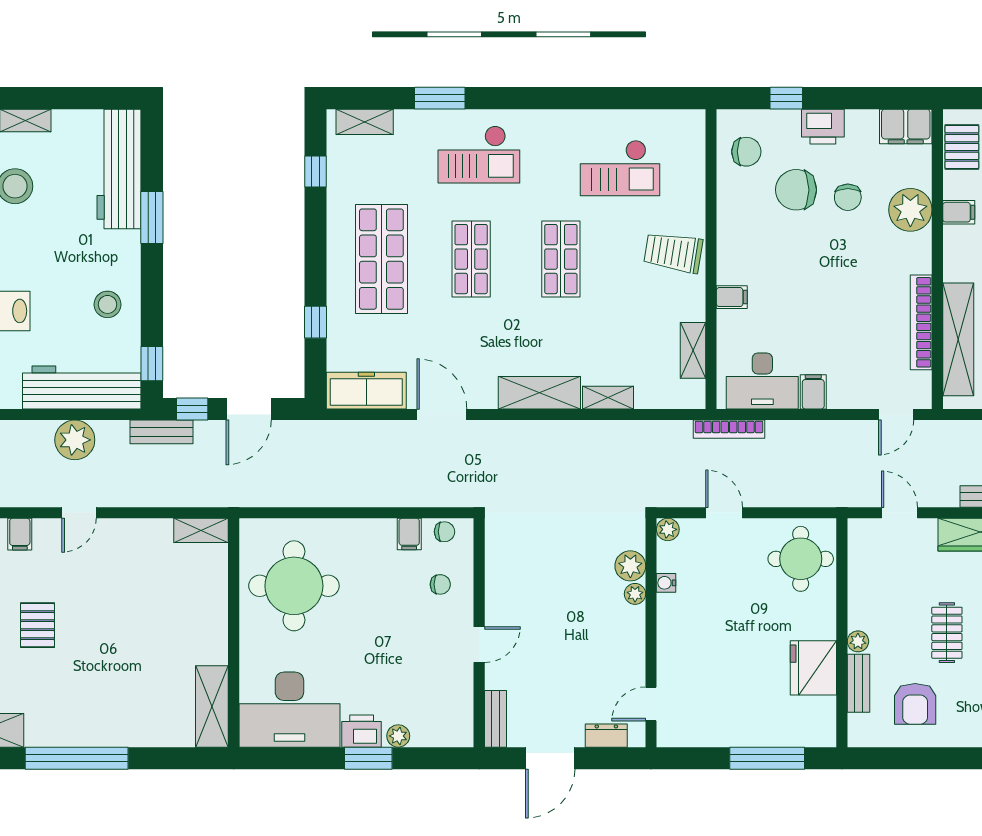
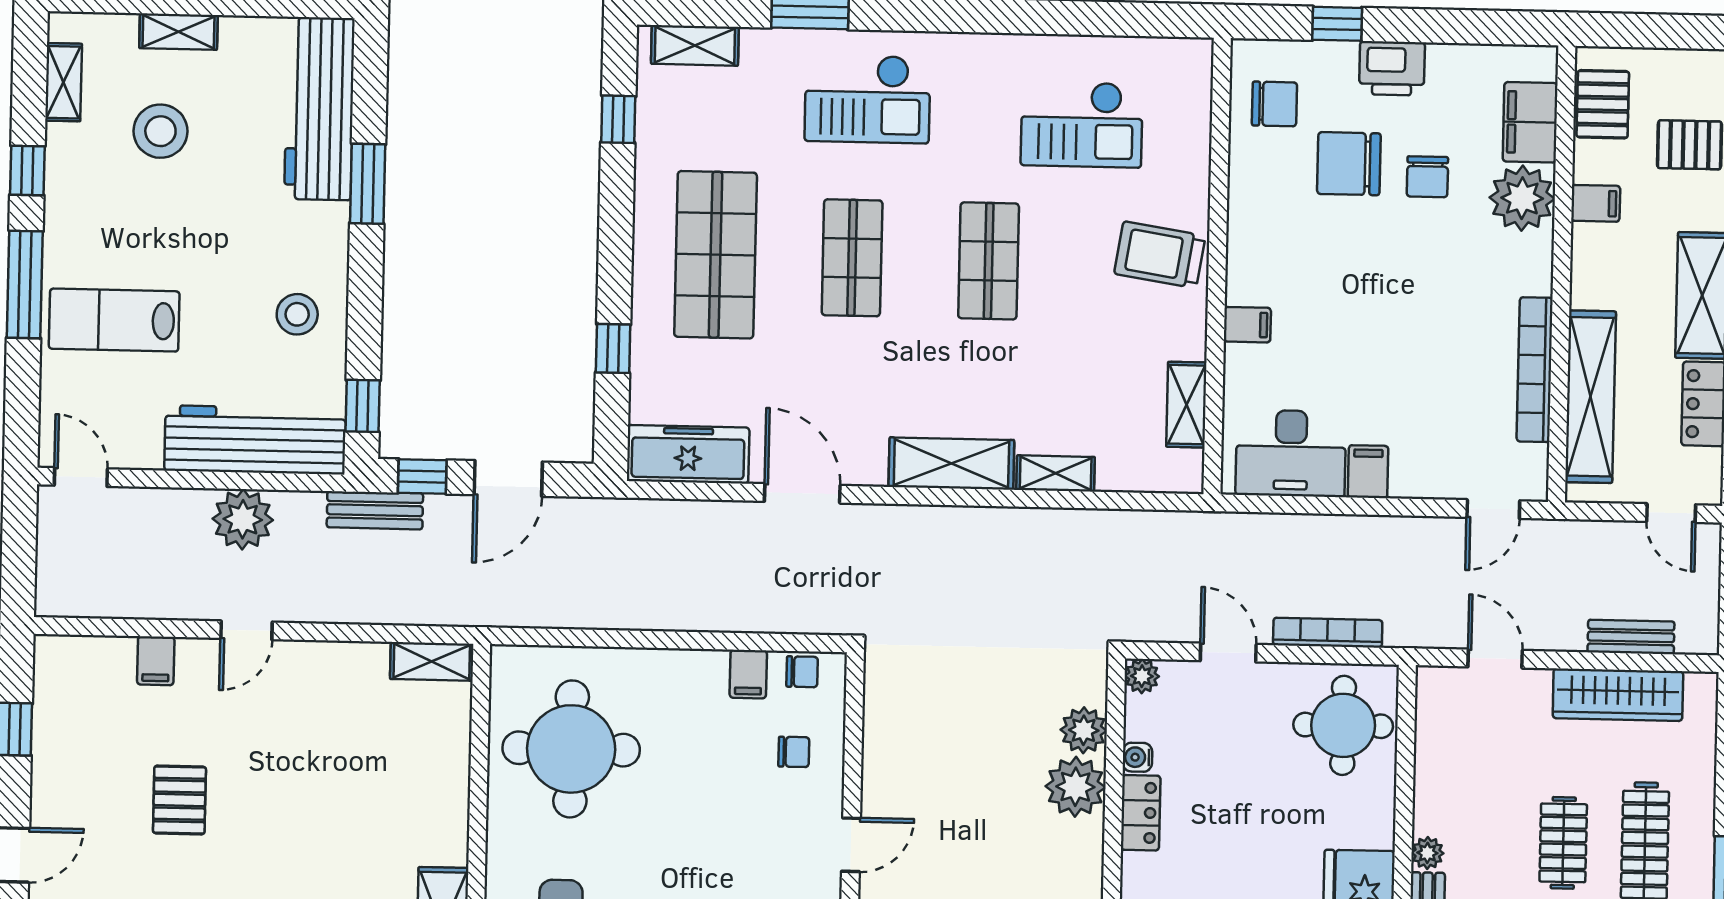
filing cabinet: (906, 126) -> (1530, 122), moved, turned 90
bookcase: (729, 429) -> (1328, 633), moved, turned 180
plant: (635, 594) -> (1075, 787), width x1.88, depth x1.88
locker: (669, 619) -> (1141, 813), added

